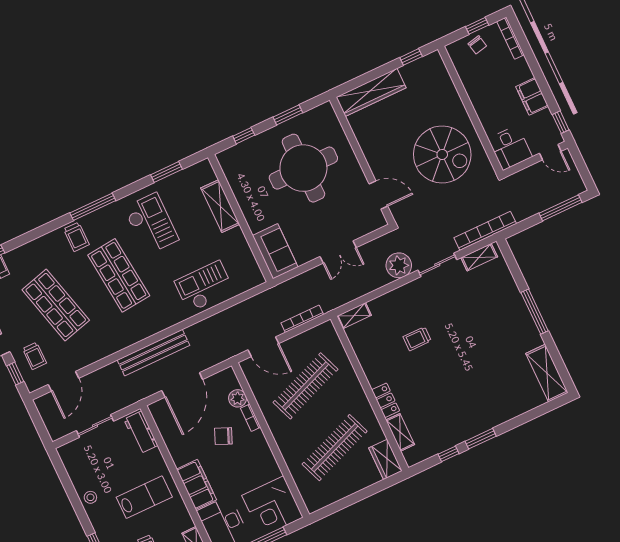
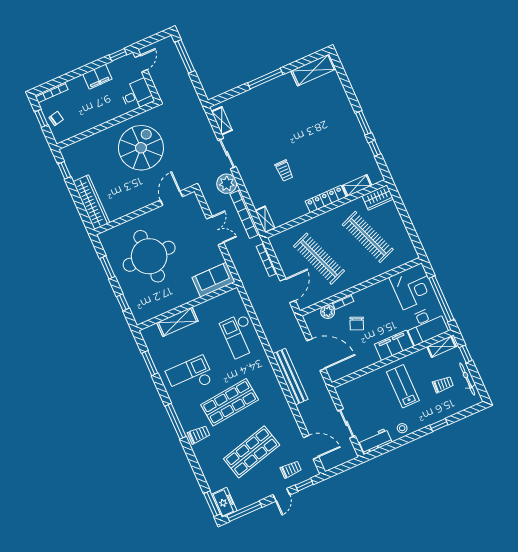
bookcase: (485, 231) -> (245, 214), moved
locker: (386, 400) -> (326, 199), width x1.53
workbench: (141, 432) -> (375, 441), moved, turned 180

